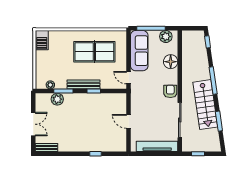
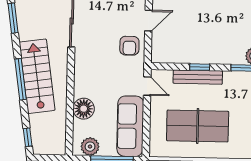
bench: (83, 84) -> (198, 77), moved
armchair: (170, 91) -> (129, 46), moved
stairs: (205, 105) -> (37, 76), moved
door: (129, 121) -> (149, 21), hinge flipped

